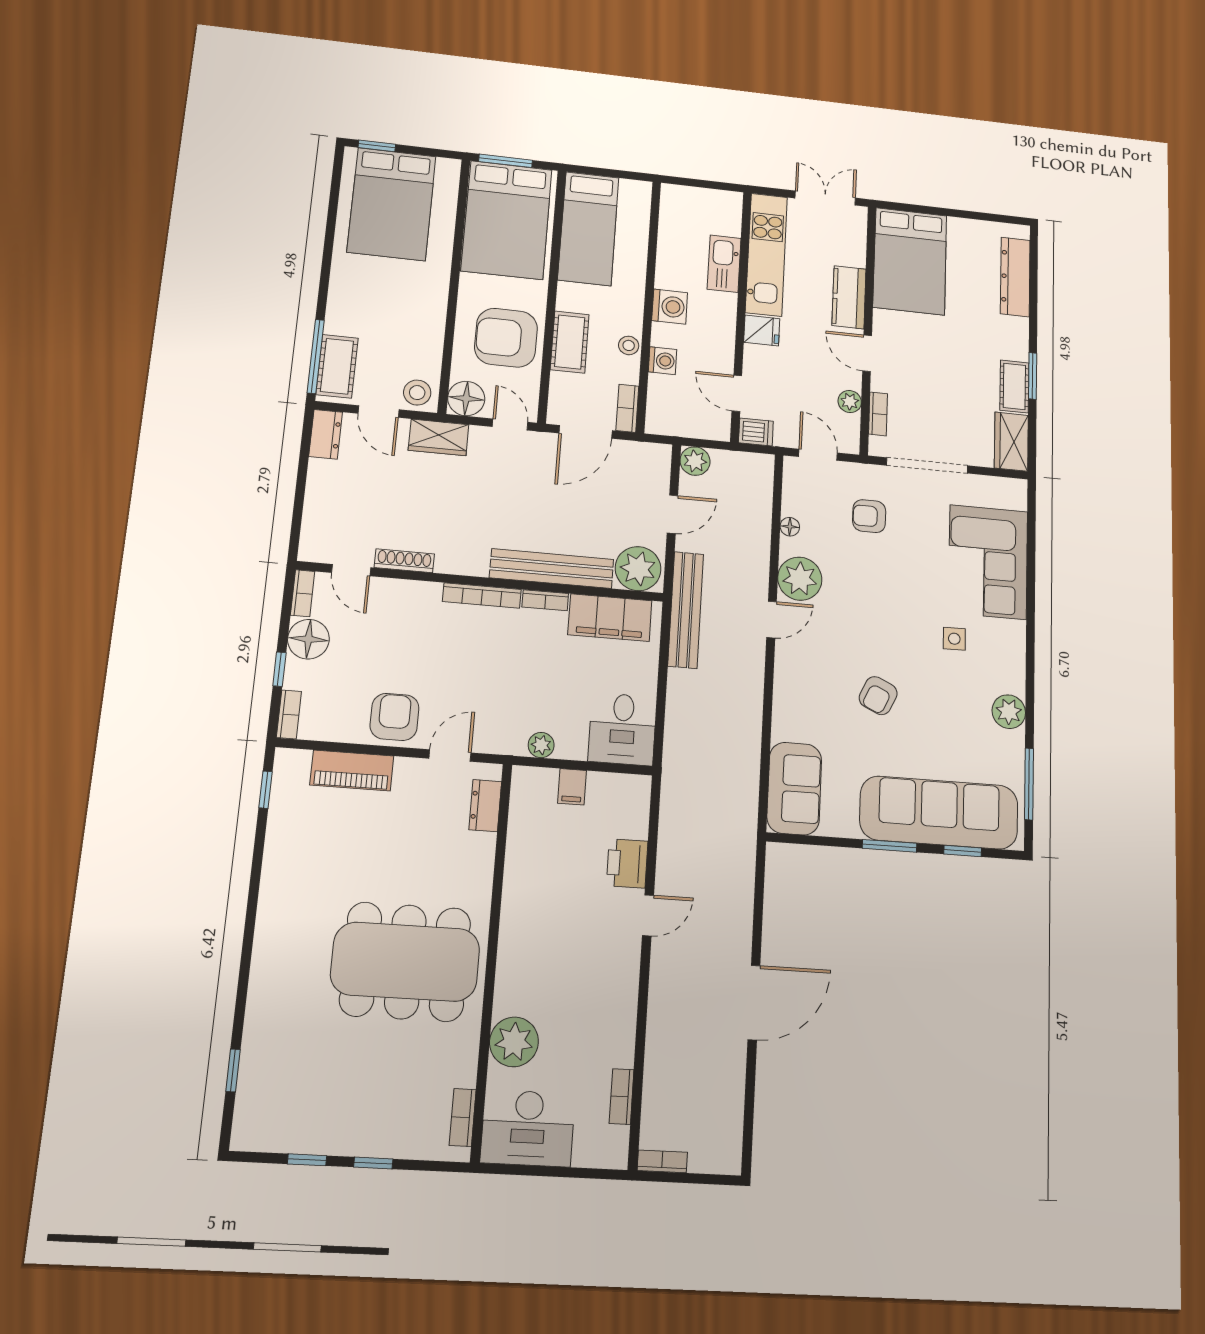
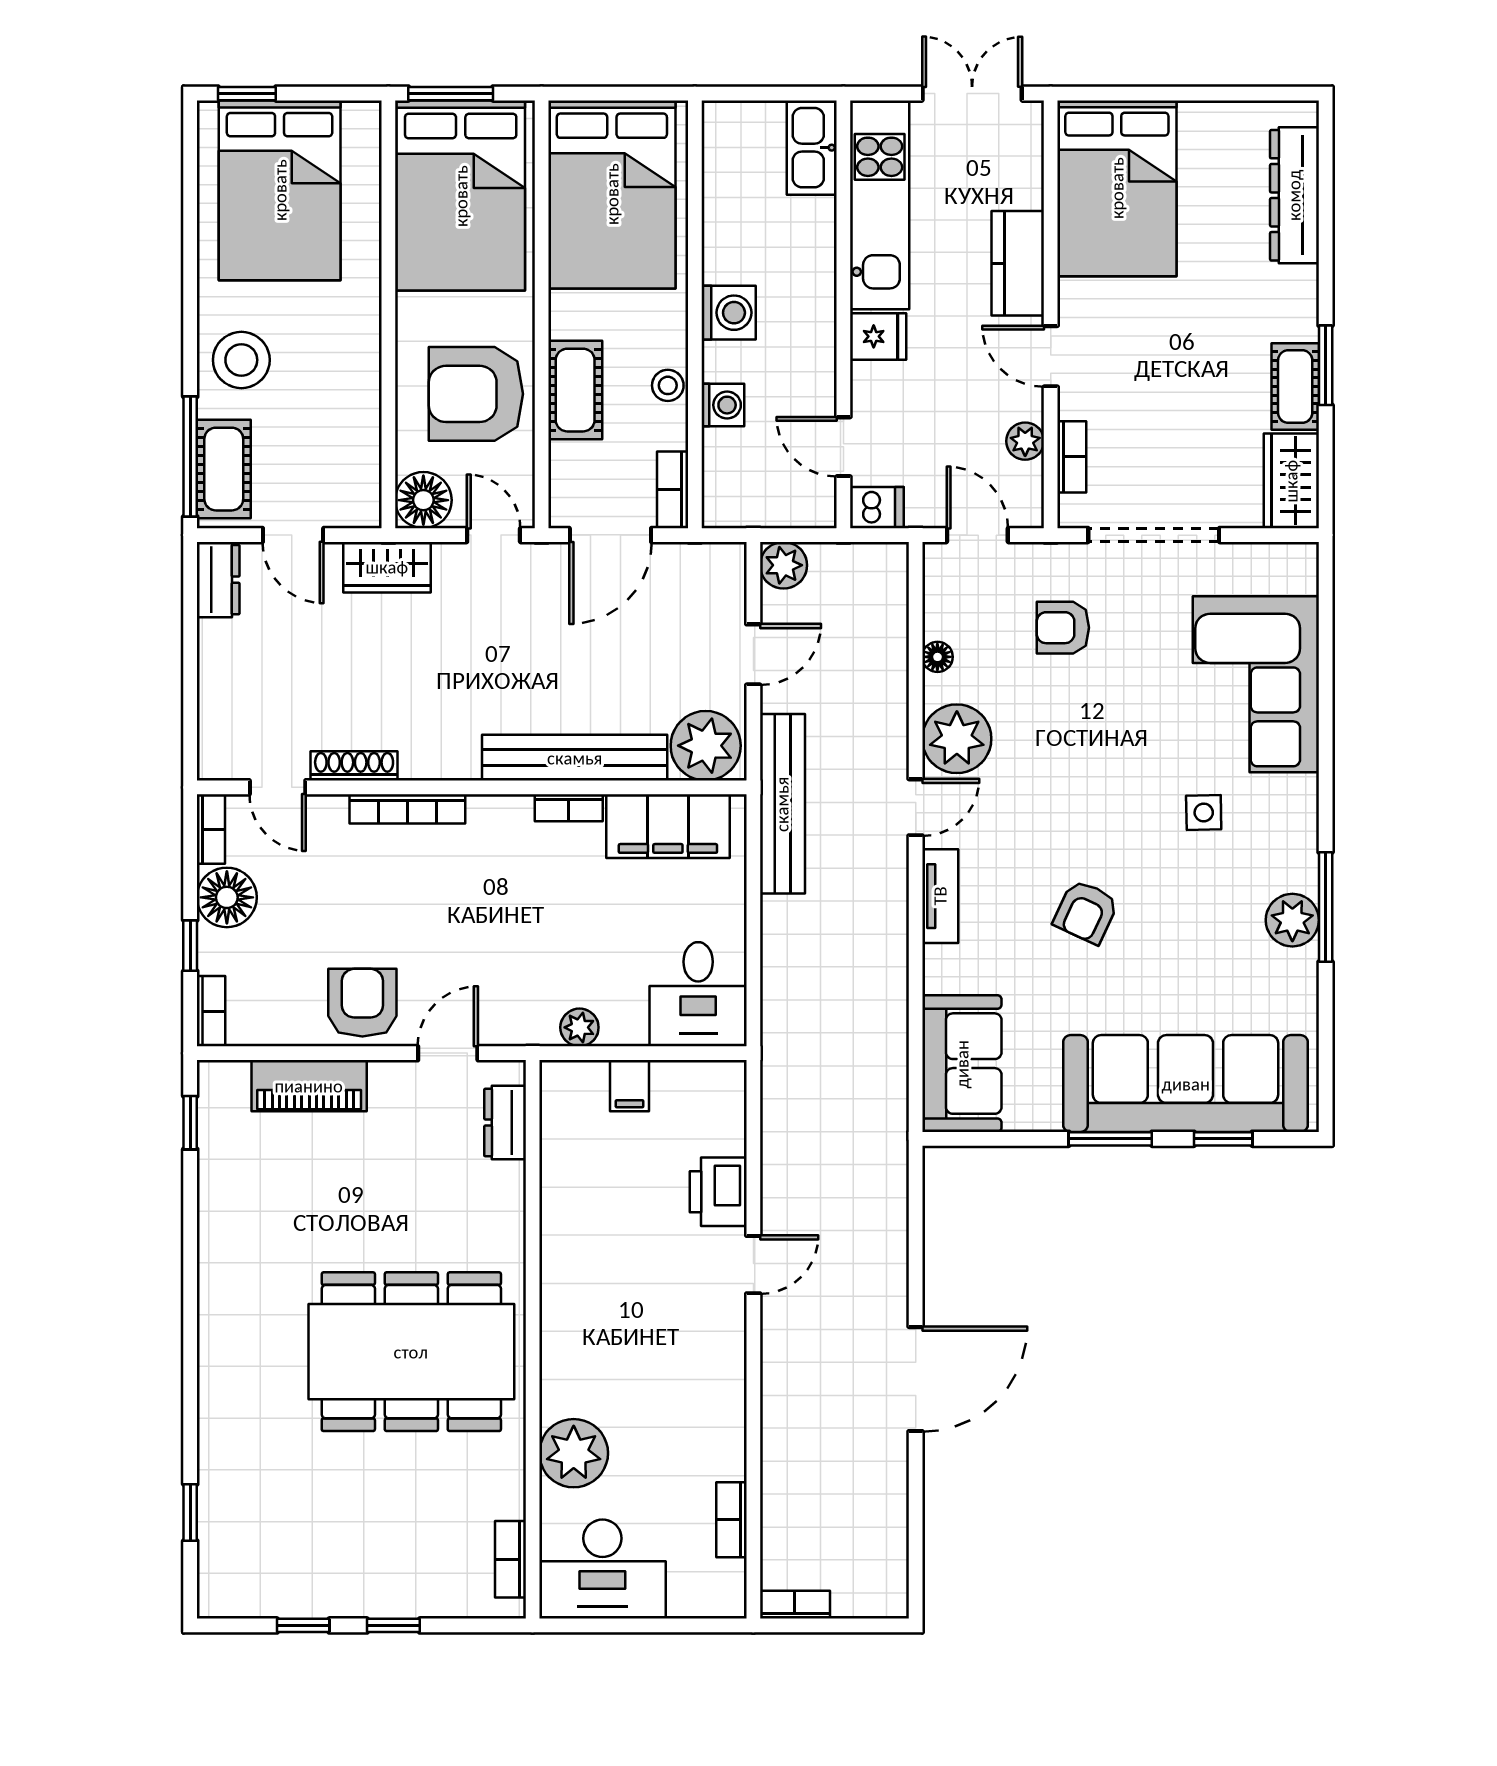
bed: (588, 229) -> (612, 194), width x1.50
kitchen sink: (724, 264) -> (812, 148), moved
stool: (417, 393) -> (241, 360), moved, width x1.38, depth x1.38
bookcase: (482, 596) -> (407, 809), moved
tv unit: (785, 678) -> (940, 896), added
window: (1029, 784) -> (1326, 907), moved

